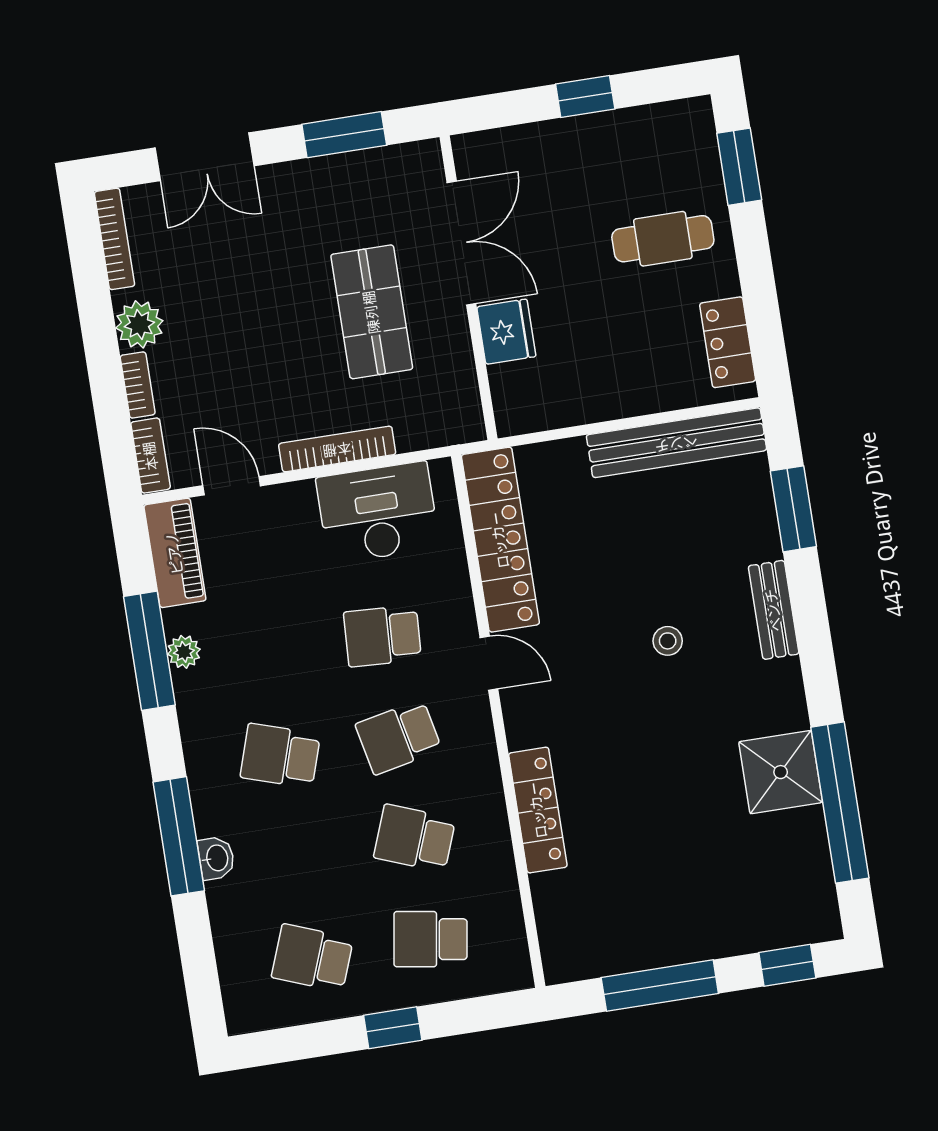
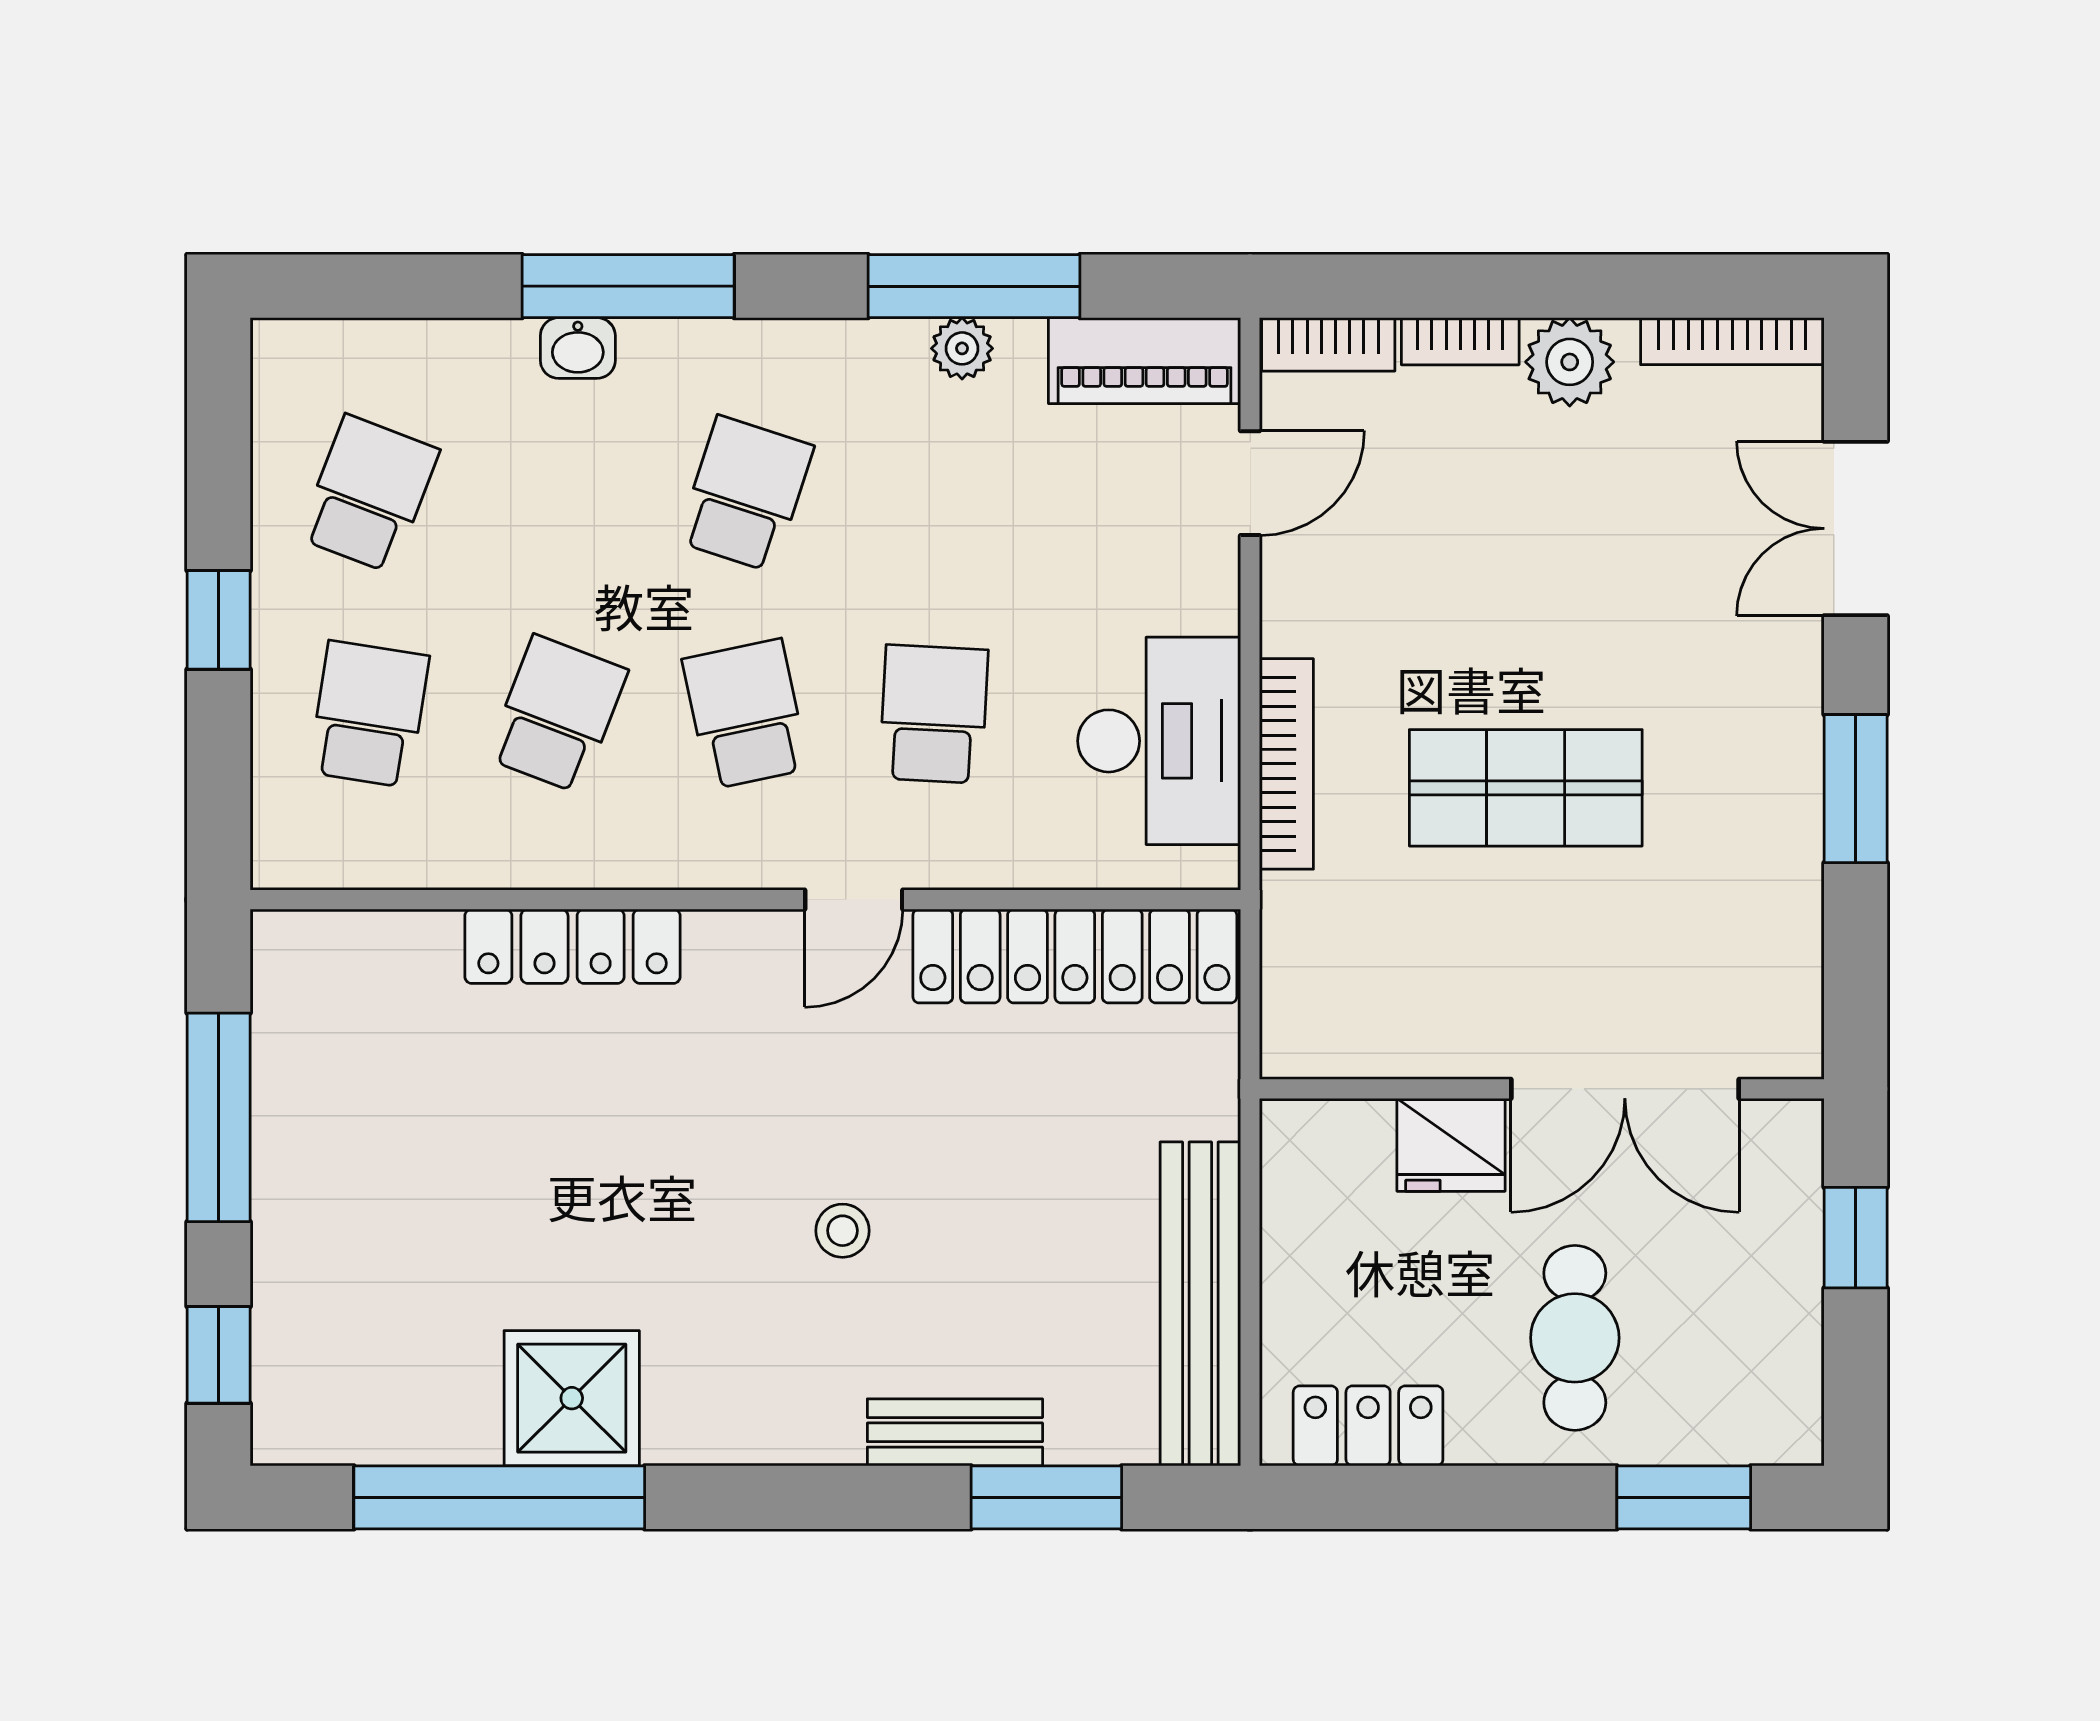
double door: (461, 243) -> (1625, 1089), moved
wall: (469, 288) -> (1542, 1089), moved
fridge: (506, 332) -> (1451, 1145), moved
bookcase: (337, 449) -> (1286, 764), moved
bench: (774, 610) -> (955, 1432), moved

